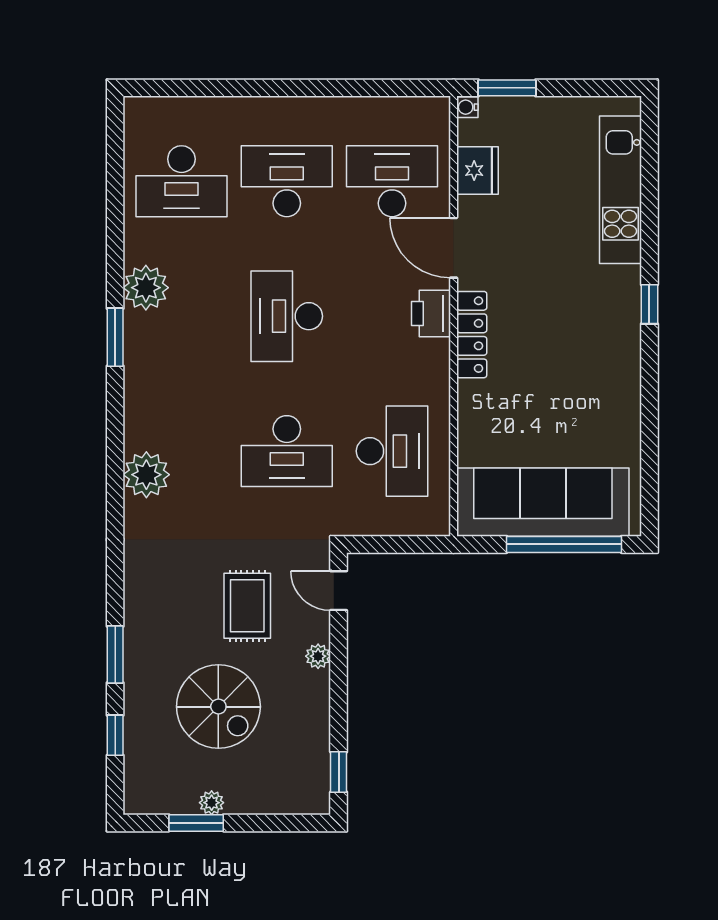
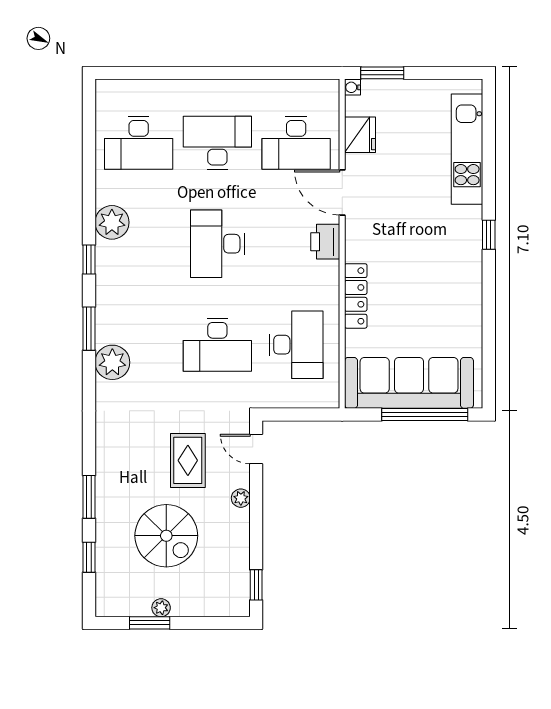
desk: (392, 181) -> (296, 143), turned 180
locker: (472, 335) -> (356, 296), moved
window: (115, 337) -> (89, 259), width x0.67
window: (115, 430) -> (89, 329), added

